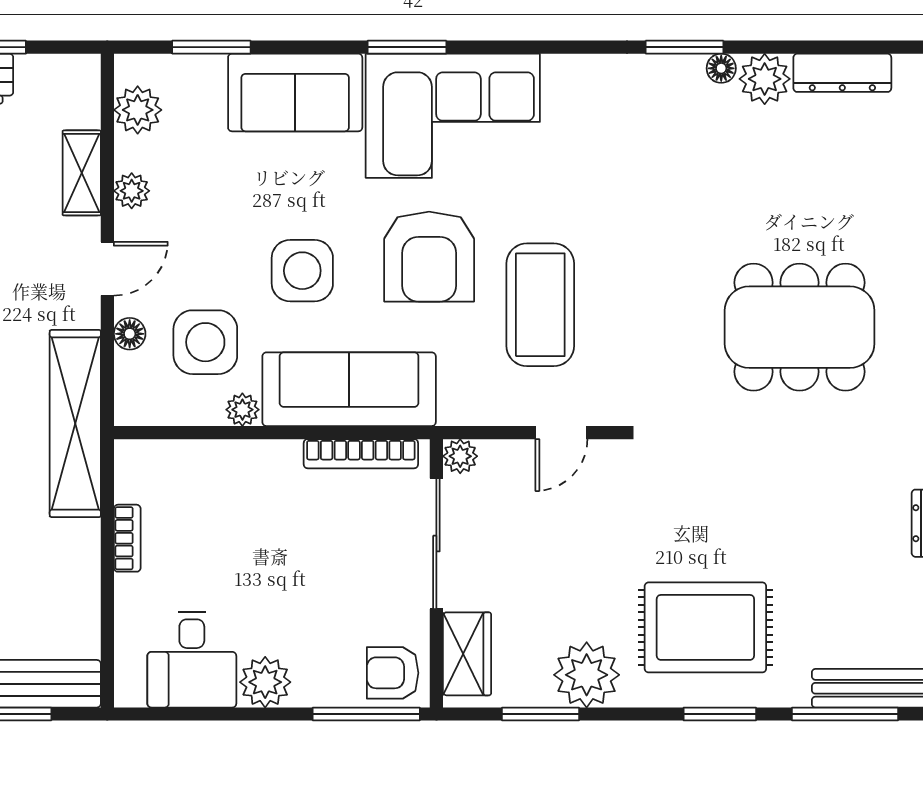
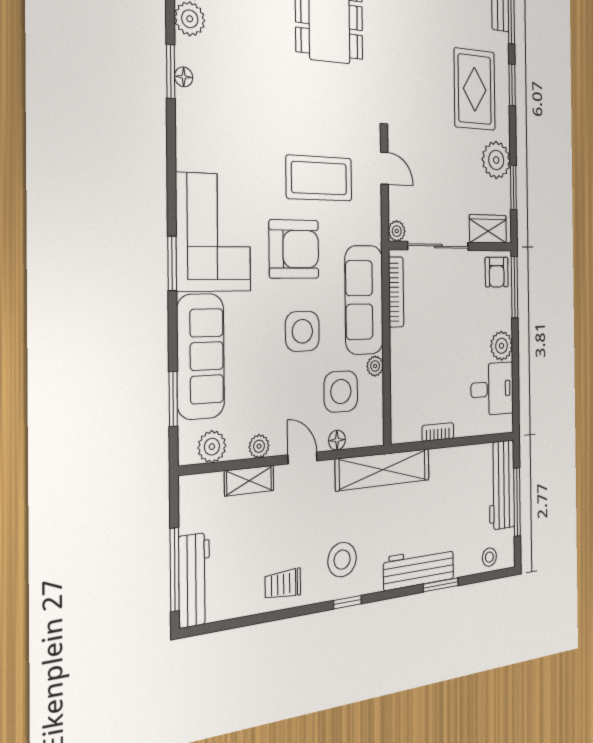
floor lamp: (721, 68) -> (184, 77), moved
sofa: (295, 92) -> (201, 356), width x1.36

